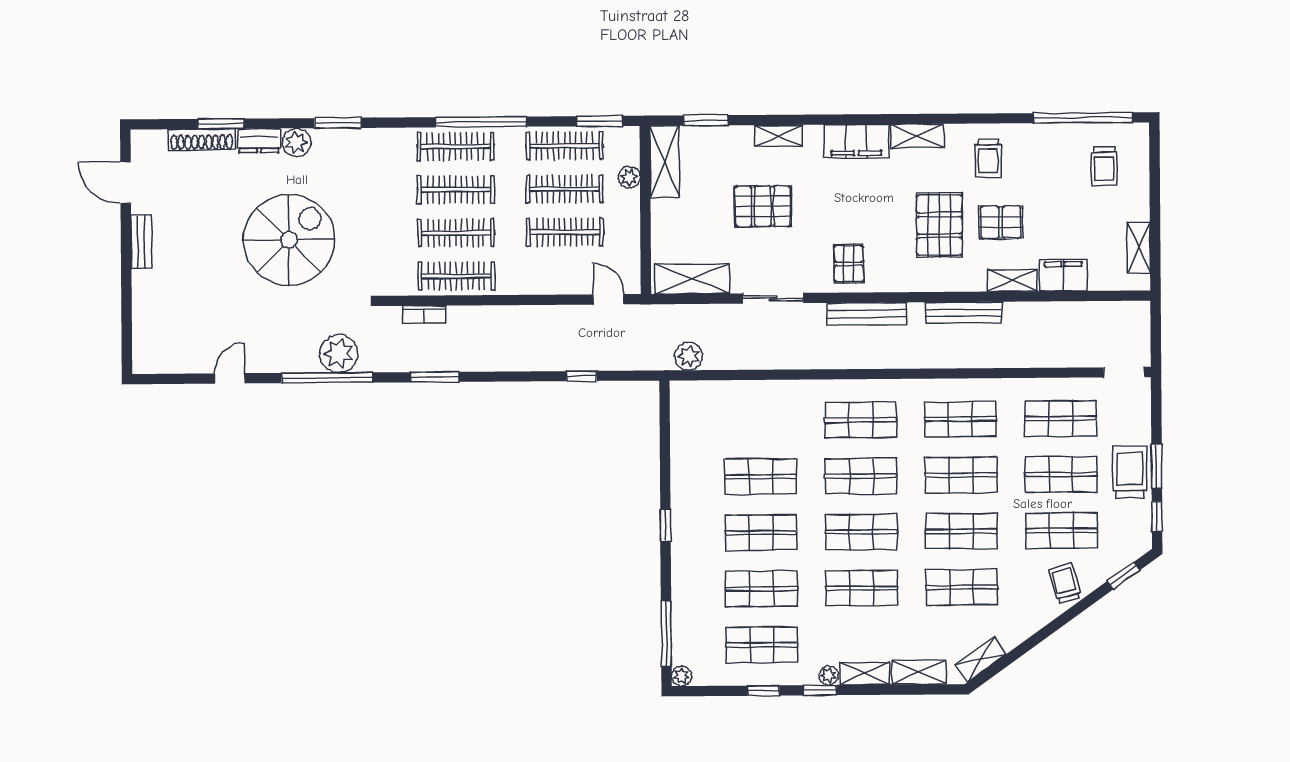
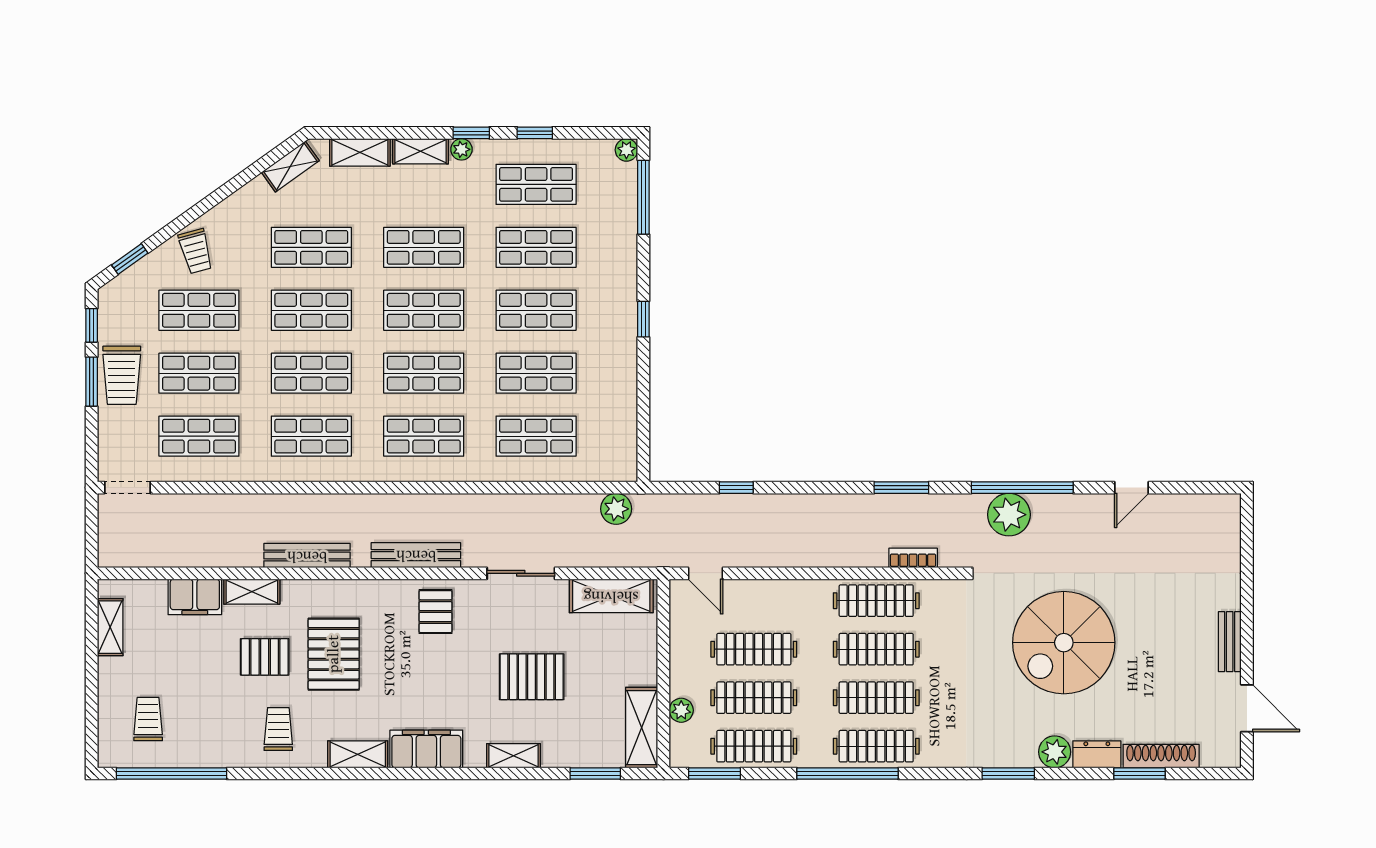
shop shelf: (760, 421) -> (536, 436), added

